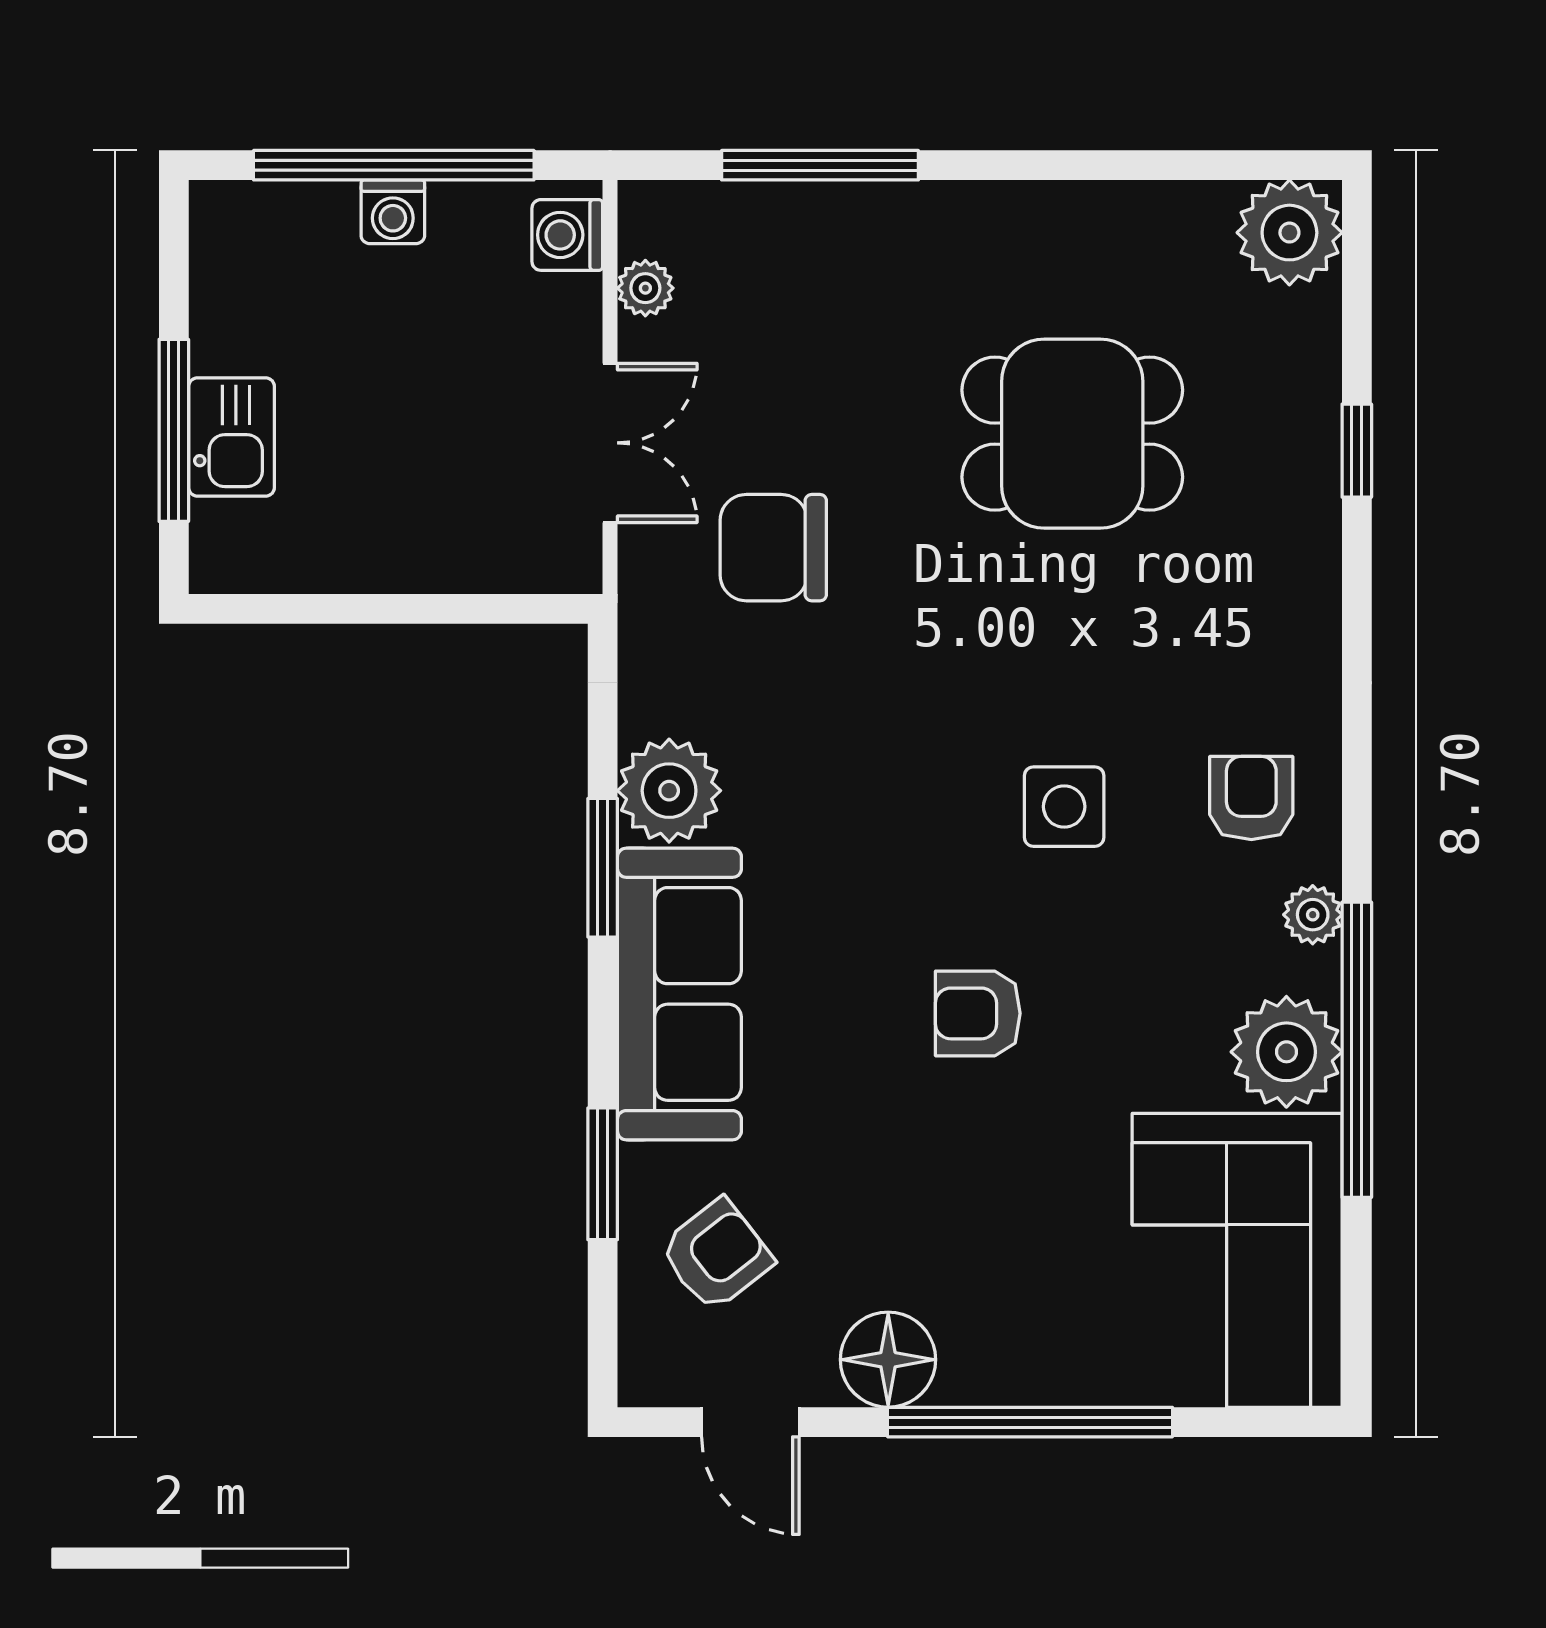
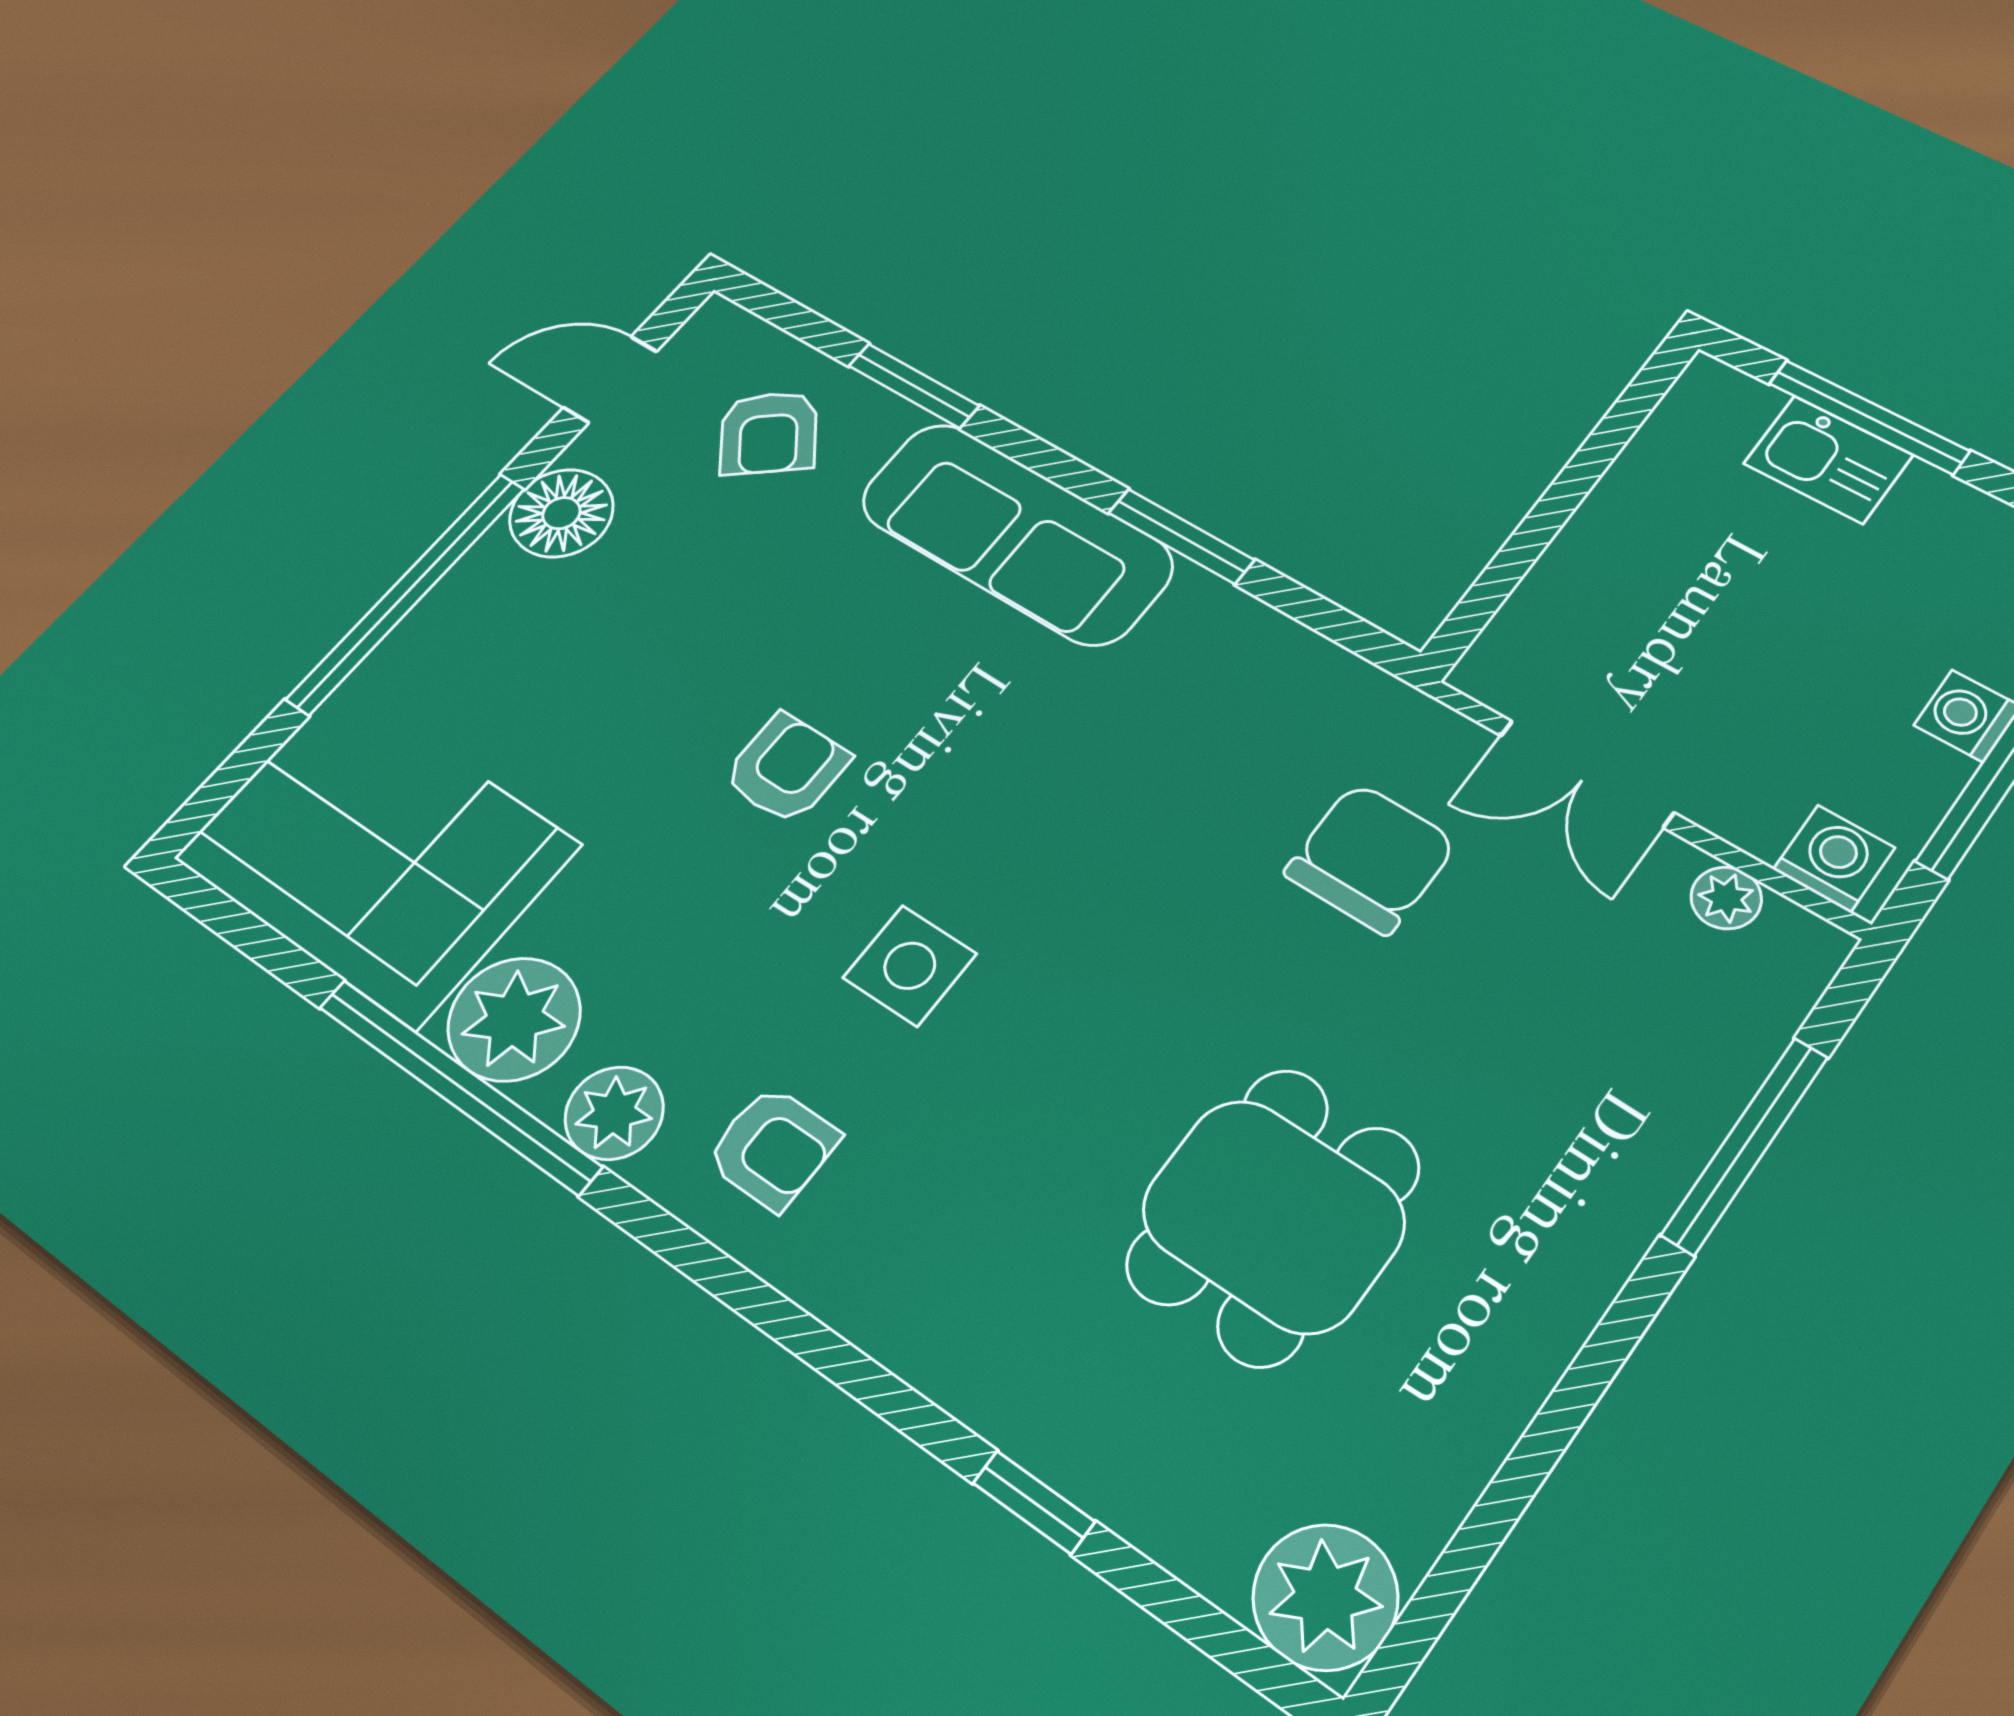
plant: (669, 791) -> (1207, 631), removed
plant: (1313, 915) -> (614, 1113), width x1.38, depth x1.38

